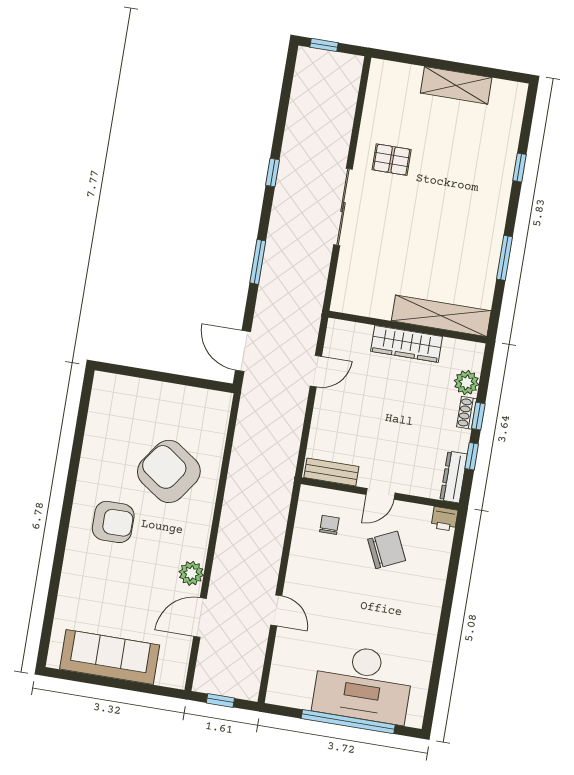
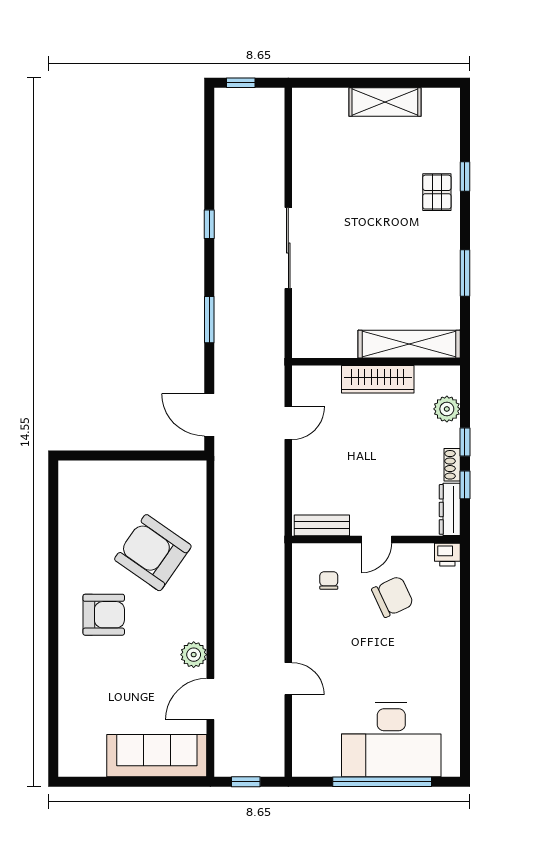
pallet: (392, 160) -> (437, 192), moved, turned 90
shoe rack: (467, 413) -> (452, 465), moved
sofa: (110, 657) -> (157, 756), moved

